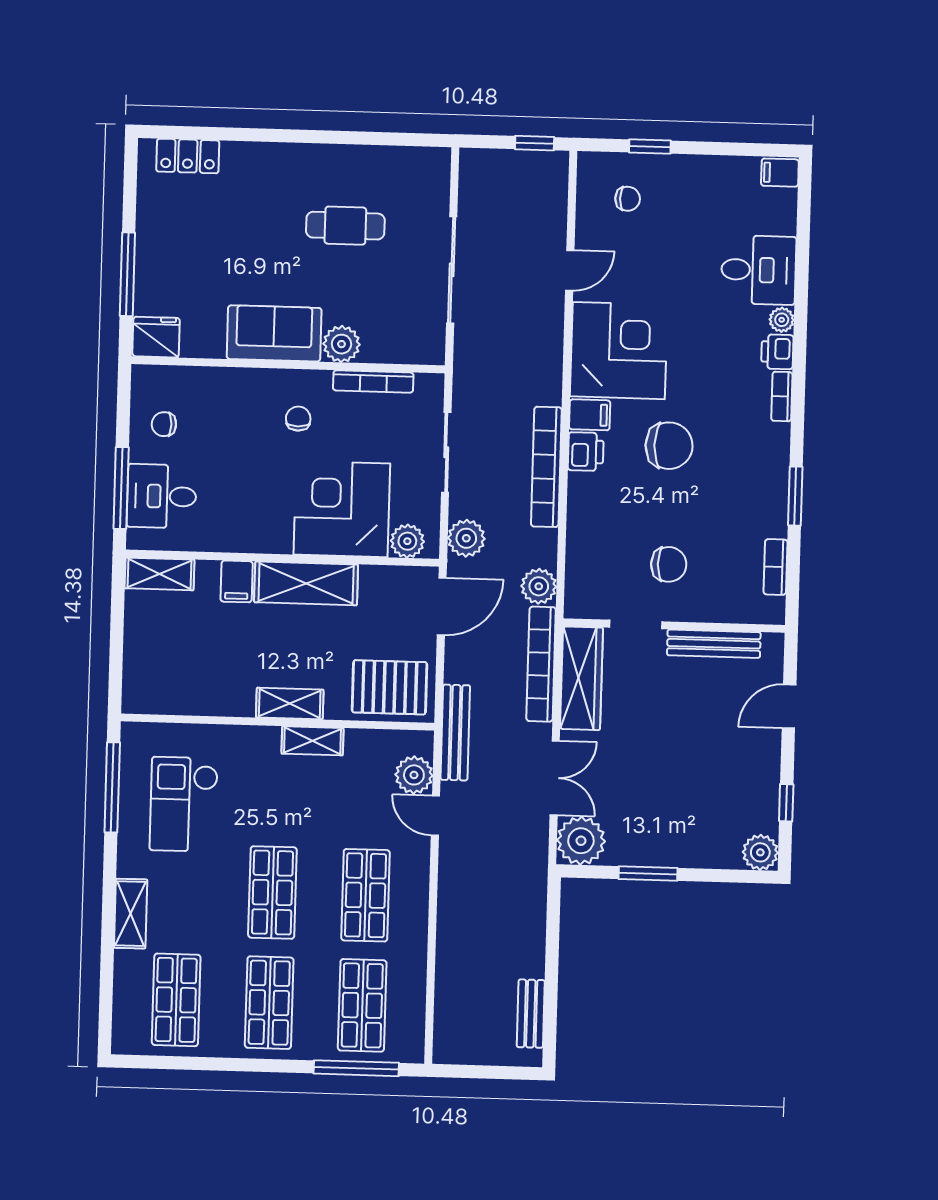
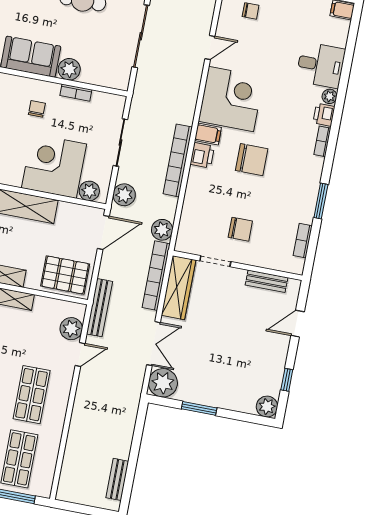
bookcase: (373, 381) -> (76, 93), width x0.64
bench: (714, 644) -> (267, 281), width x0.73
door: (435, 816) -> (80, 354), swing flipped

